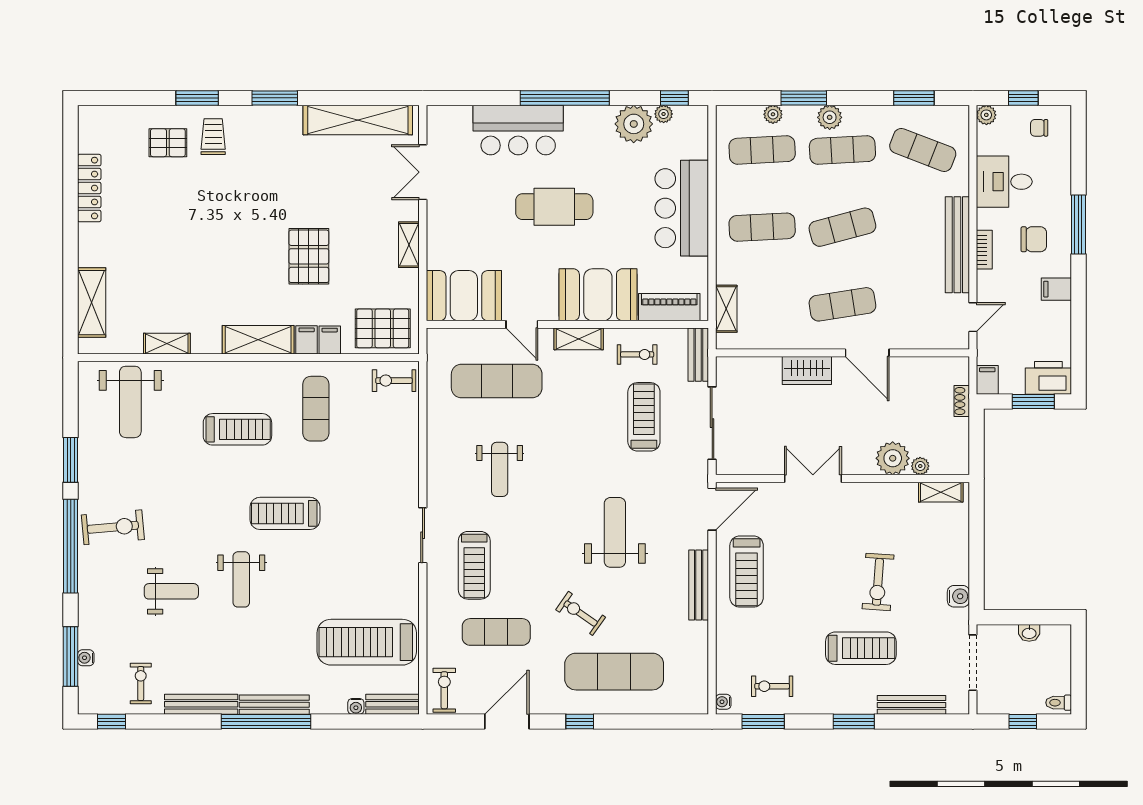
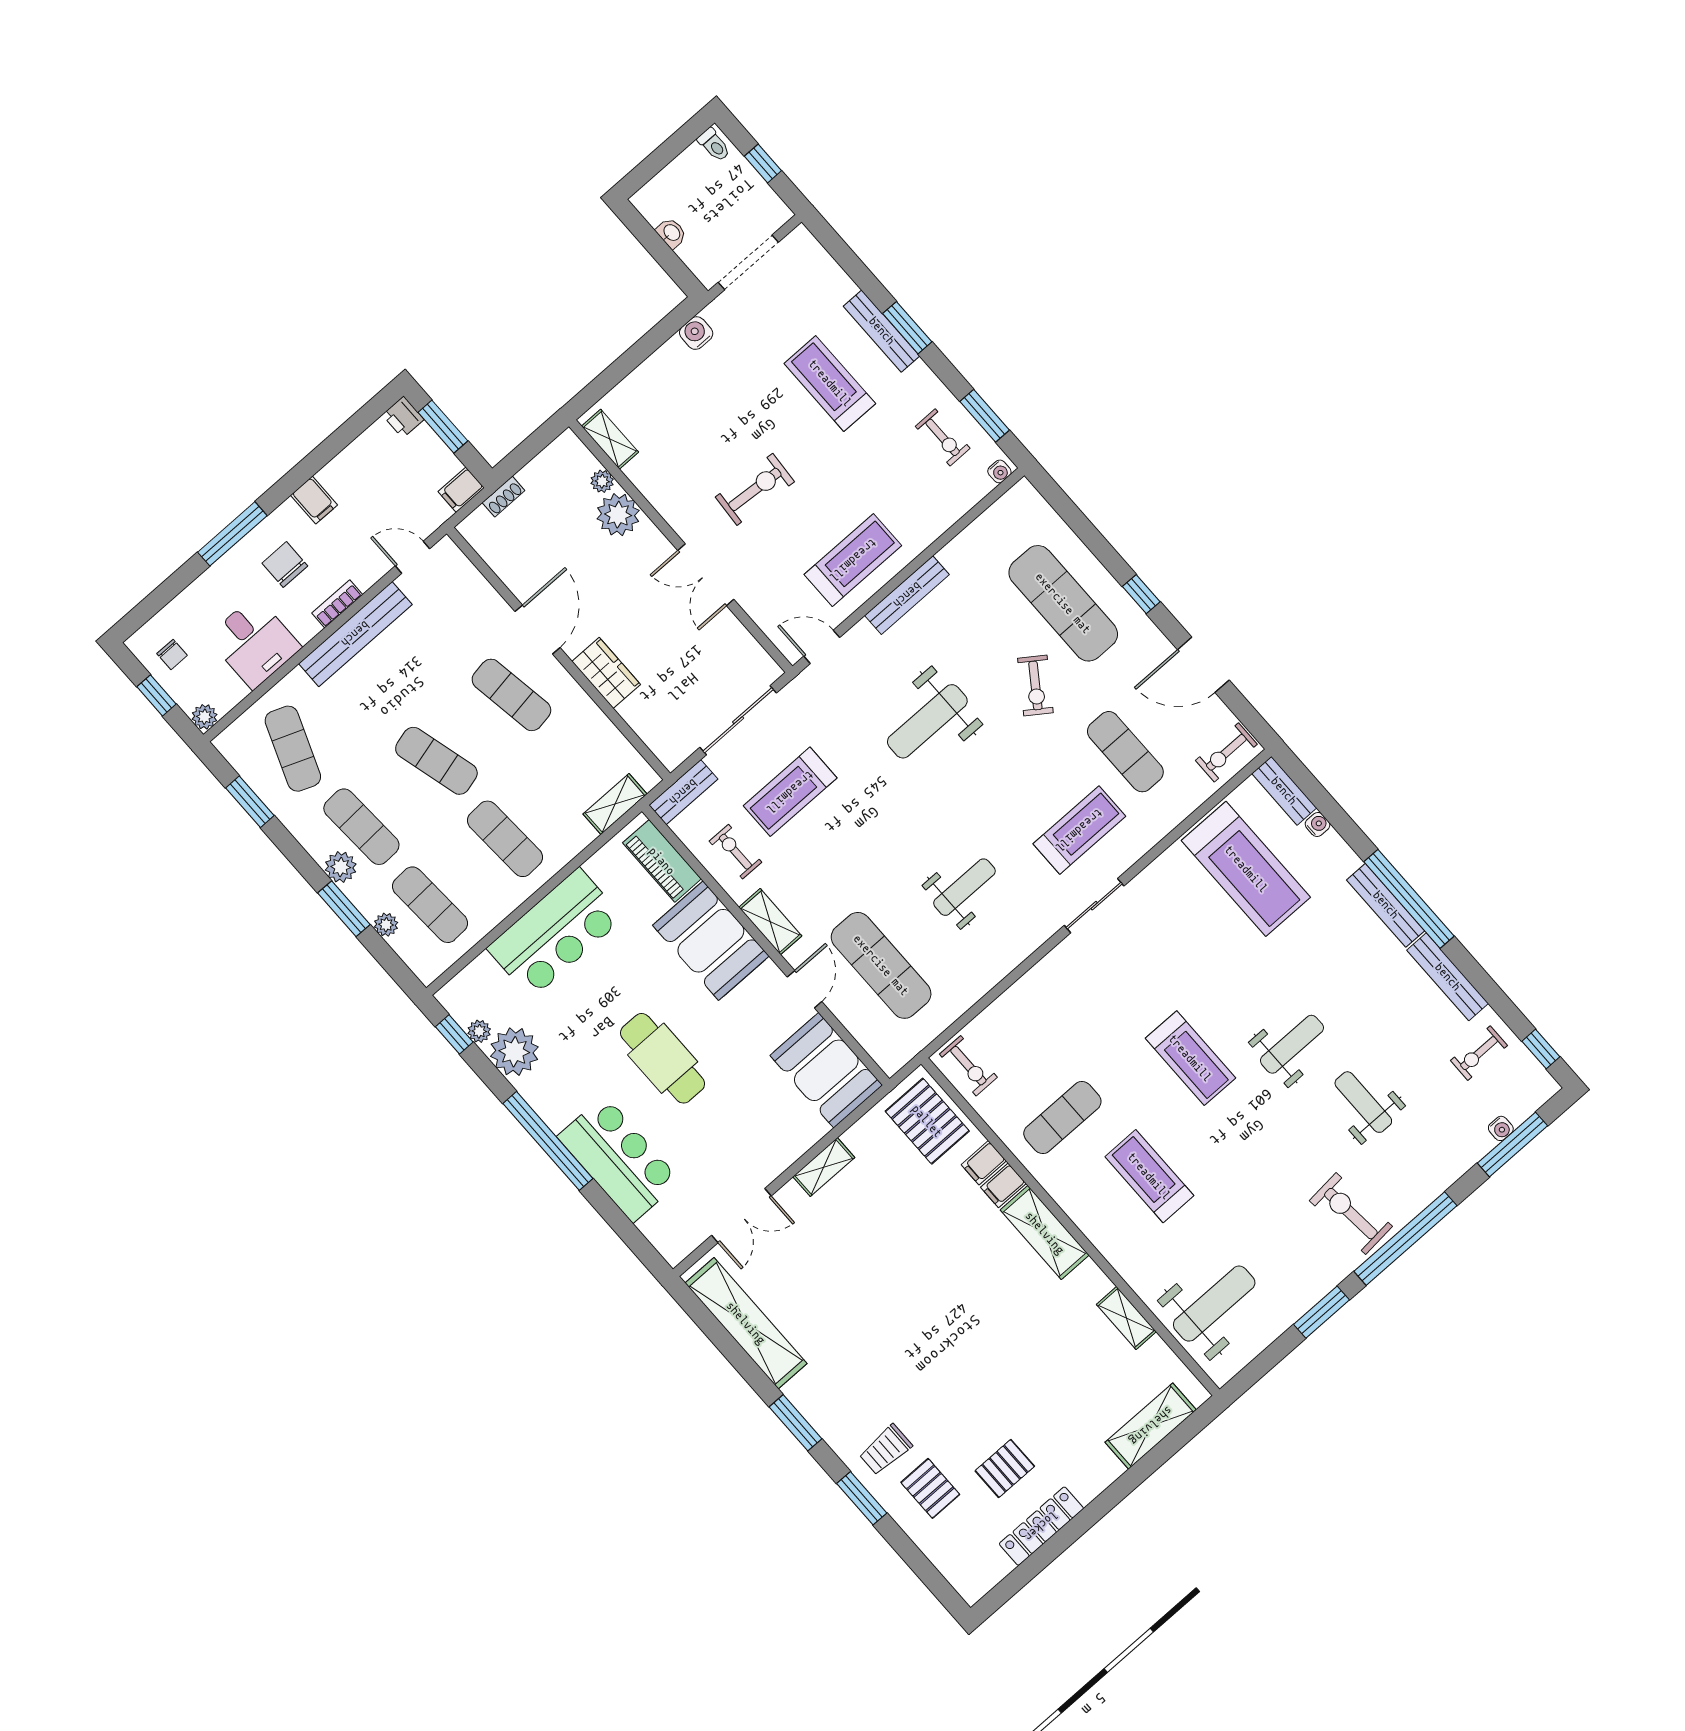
pallet: (309, 256) -> (1005, 1468), moved, width x0.67, depth x0.71
printer: (1048, 378) -> (403, 417), width x0.53, depth x0.68
door: (712, 509) -> (822, 647), width x0.73
exercise bike: (878, 582) -> (755, 489), moved
bench: (911, 705) -> (882, 331), moved

